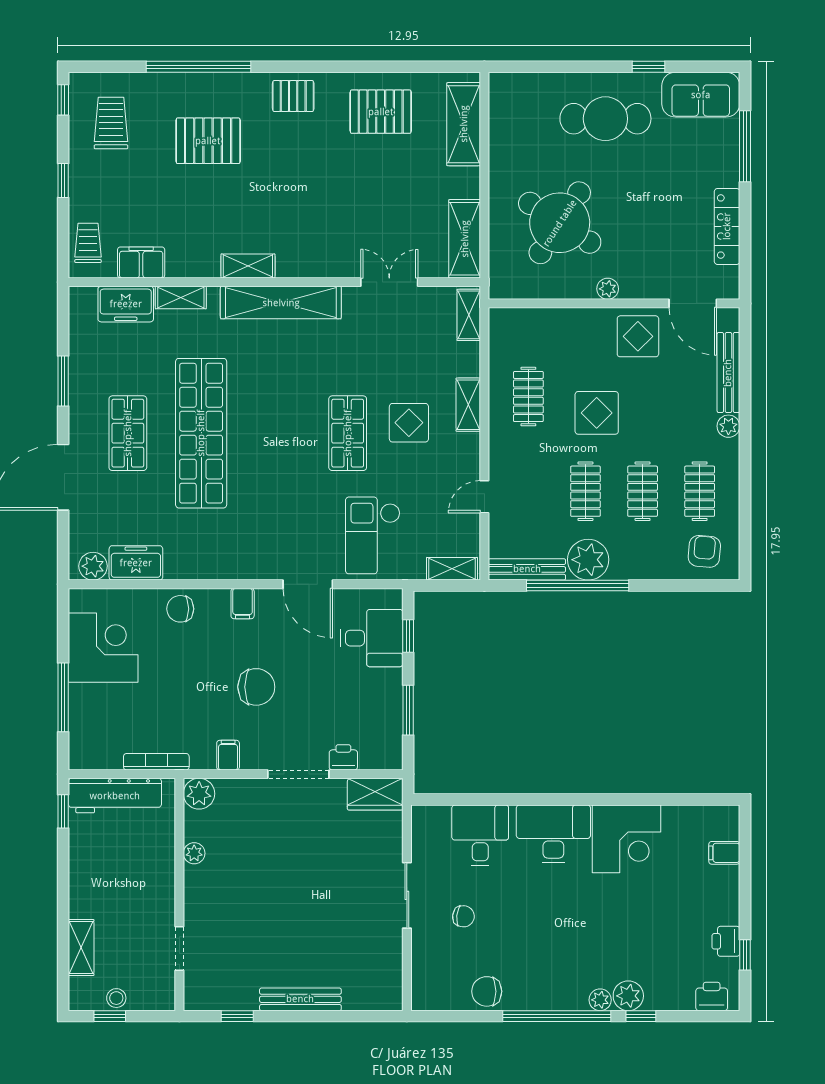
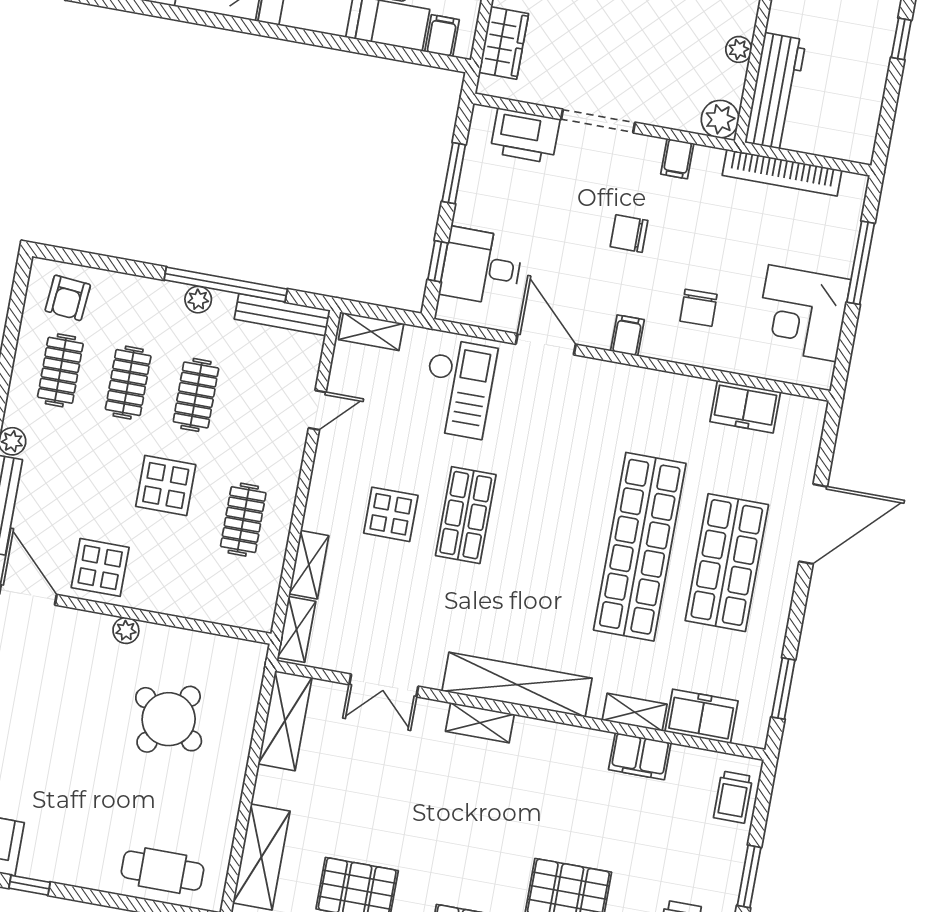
cafe table: (605, 119) -> (162, 871), moved, width x0.73, depth x0.74
window: (63, 181) -> (749, 876), width x1.50
round table: (560, 223) -> (169, 719), width x0.73, depth x0.73
filing cabinet: (141, 262) -> (640, 756), moved
shelving: (248, 266) -> (480, 723), moved
window: (63, 381) -> (783, 688), moved
shelving: (468, 405) -> (309, 565), moved
shop shelf: (128, 433) -> (727, 563), width x1.43, depth x1.36
plant: (588, 560) -> (198, 300), width x0.53, depth x0.53
plant: (93, 566) -> (797, 412), removed
chair: (180, 609) -> (699, 308), moved, turned 89
chair: (256, 687) -> (629, 234), width x0.73, depth x0.73
printer: (343, 757) -> (525, 136), width x1.87, depth x1.48
bookcase: (156, 762) -> (782, 173), width x1.48, depth x1.31
wardrobe: (375, 794) -> (504, 43), moved, turned 90
workbench: (115, 796) -> (775, 91), moved, turned 90
window: (63, 811) -> (901, 39), moved
filing cabinet: (438, 821) -> (442, 36), added

